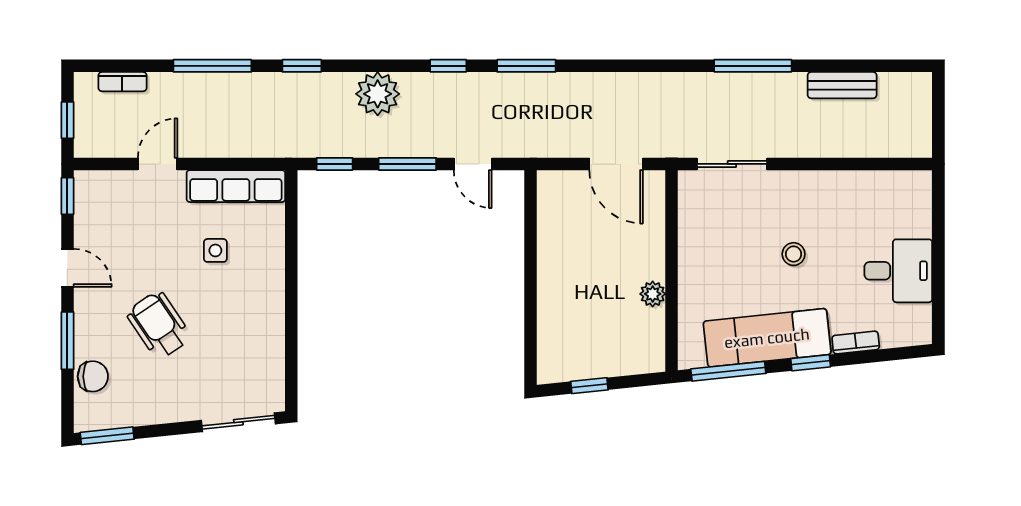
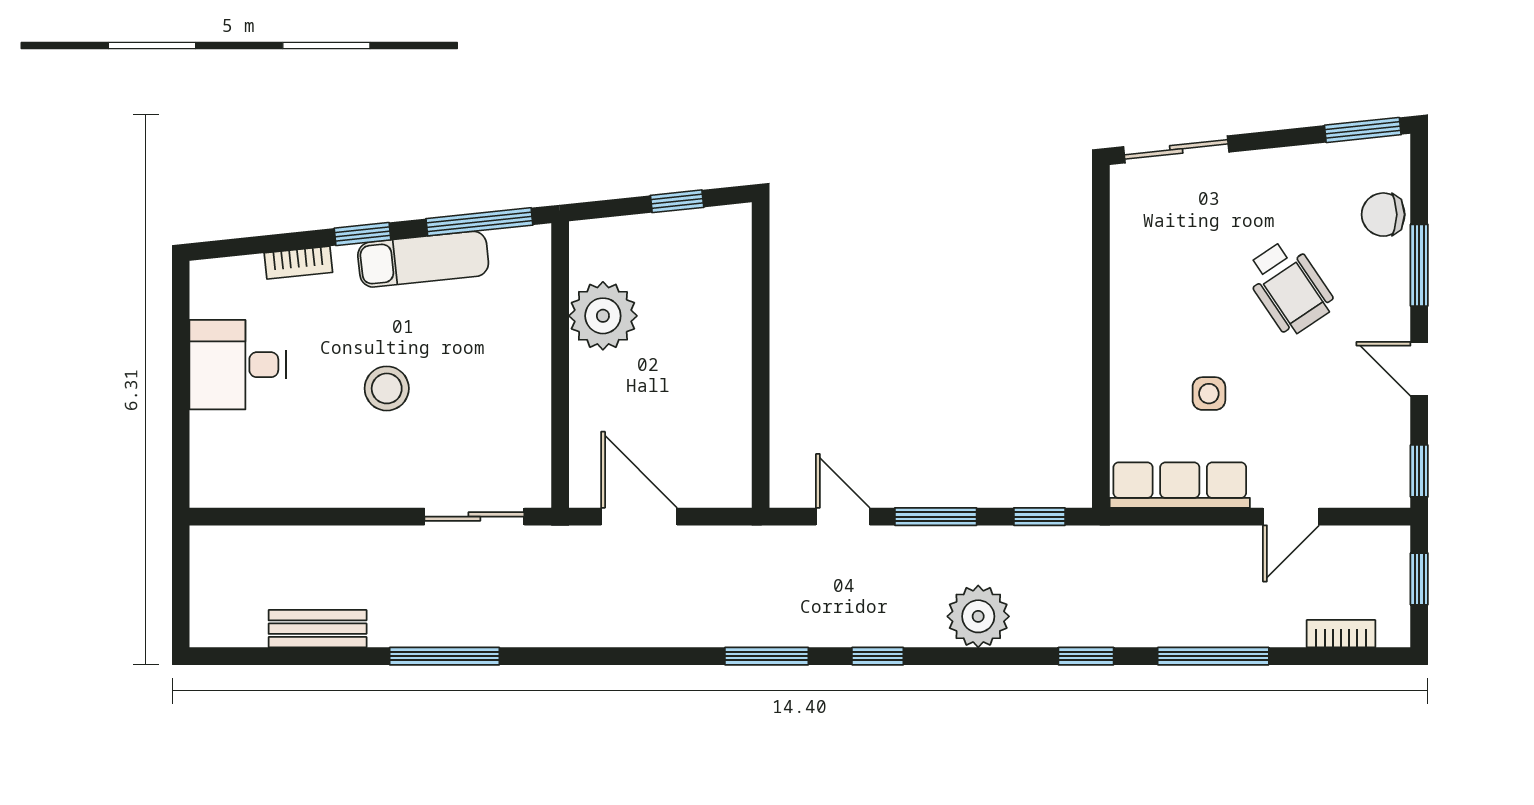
stool: (794, 254) -> (387, 388), width x1.37, depth x1.37
plant: (653, 294) -> (603, 316), width x1.87, depth x1.87
exam couch: (767, 338) -> (423, 259), width x0.73, depth x0.69

